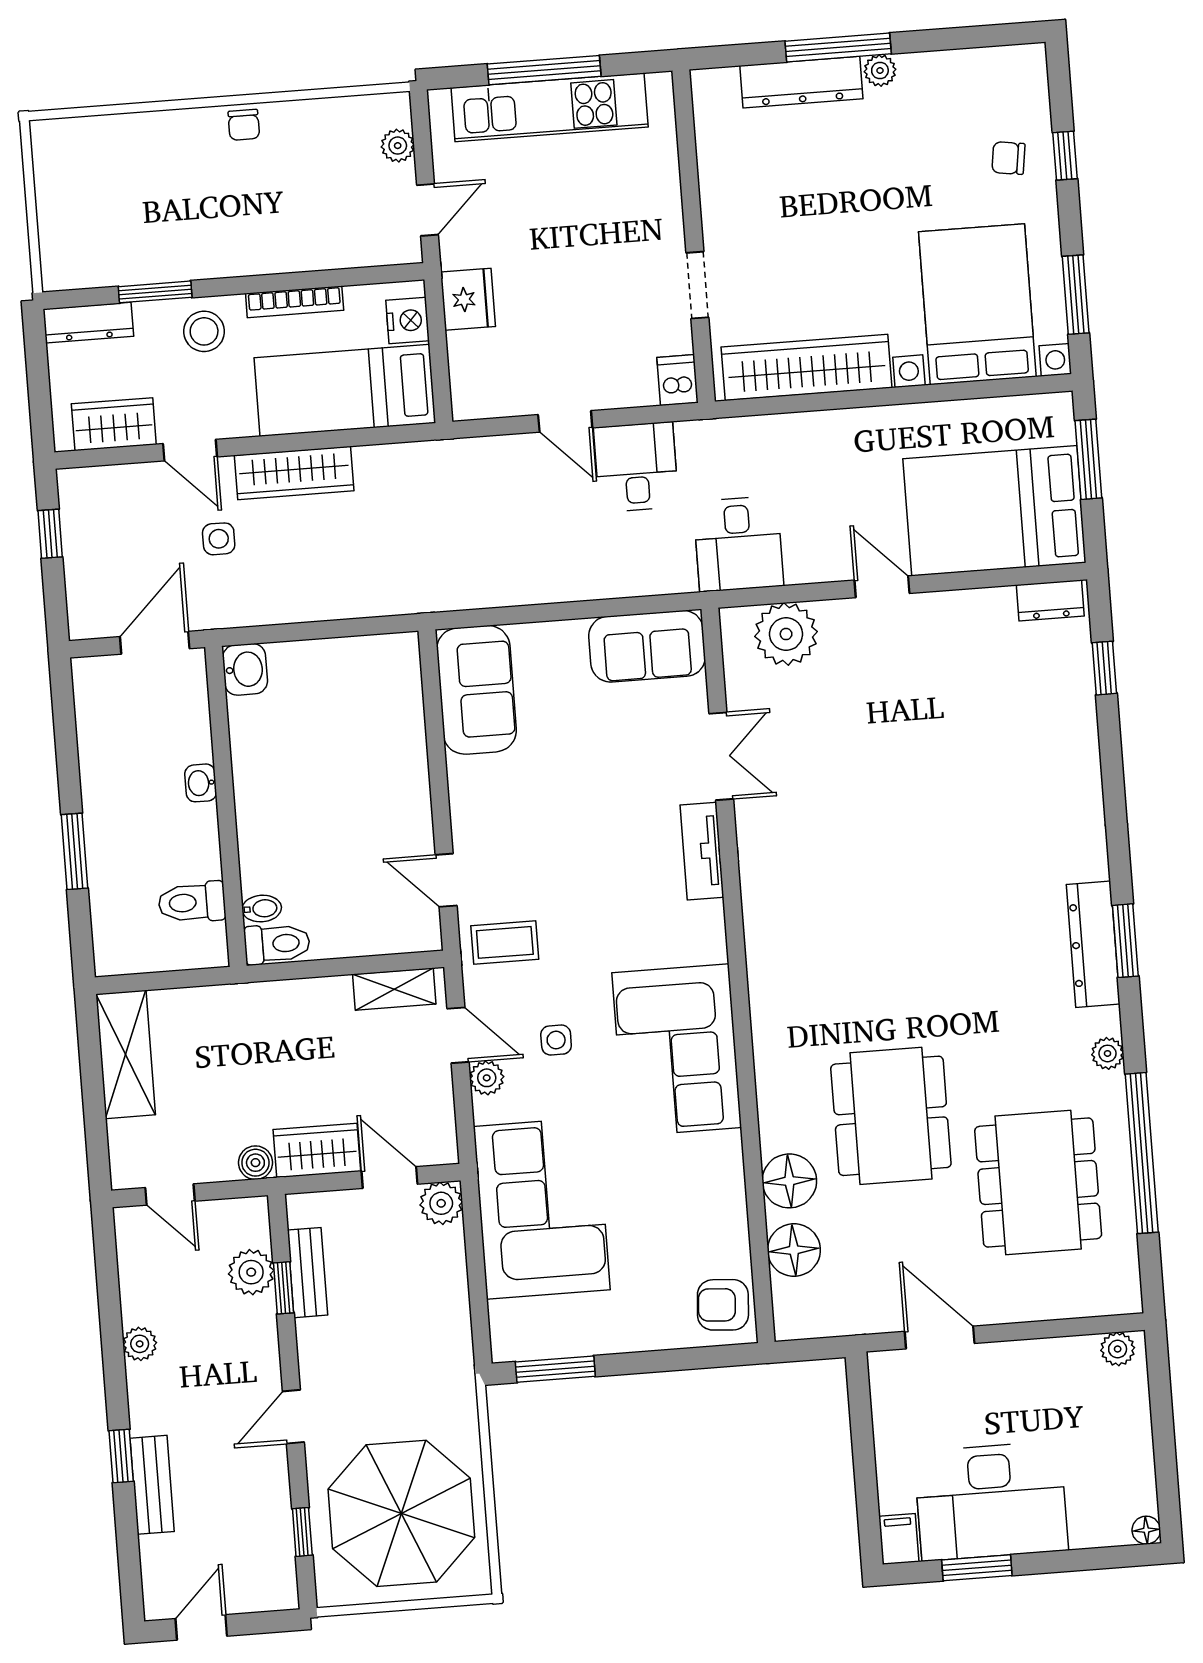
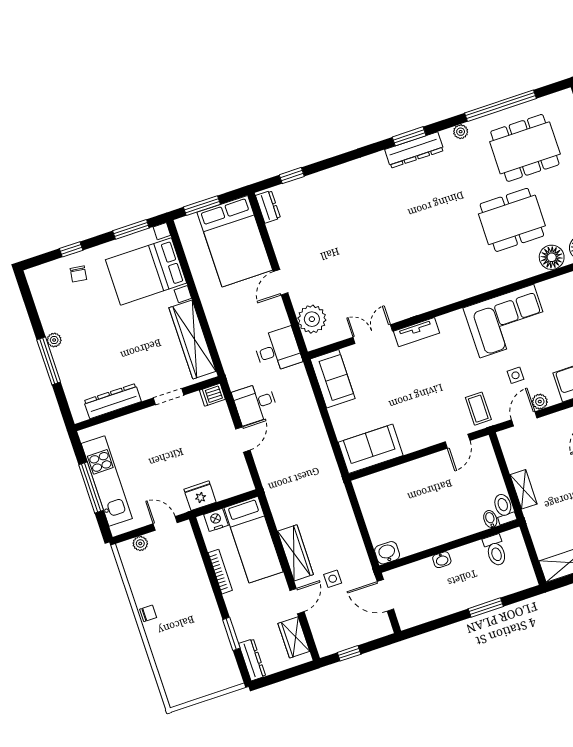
dresser: (801, 82) -> (112, 401), moved, turned -90
stool: (204, 331) -> (243, 608), removed
shelving: (394, 989) -> (524, 489), moved

